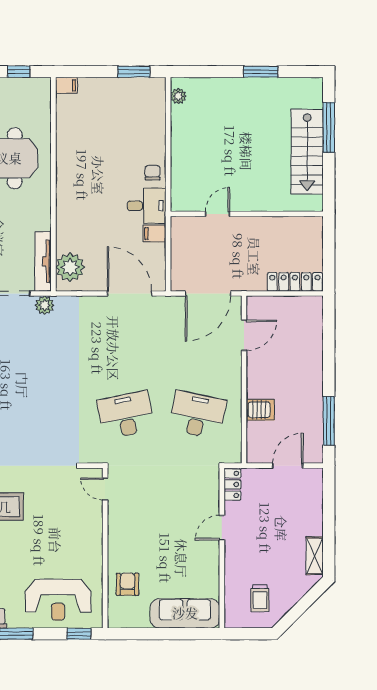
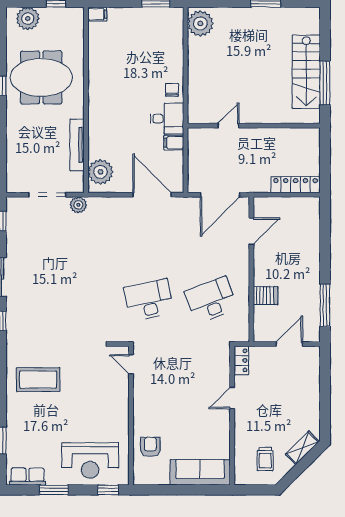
plant: (178, 96) -> (200, 23), width x1.88, depth x1.88
window: (329, 127) -> (325, 83), moved
tv unit: (43, 261) -> (77, 145), moved
desk: (197, 415) -> (211, 300), turned -33
shelving: (315, 556) -> (302, 448), moved, turned 45

